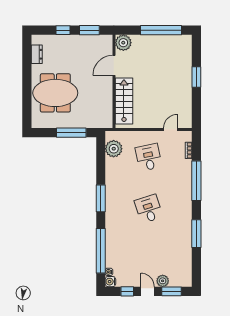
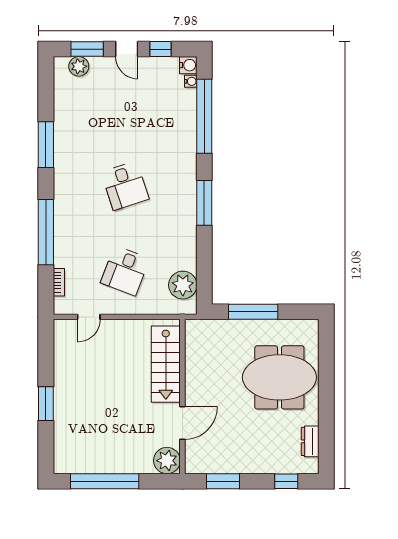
window: (63, 30) -> (286, 481), moved
desk: (149, 157) -> (125, 271), turned 33
plant: (163, 281) -> (79, 66), moved

